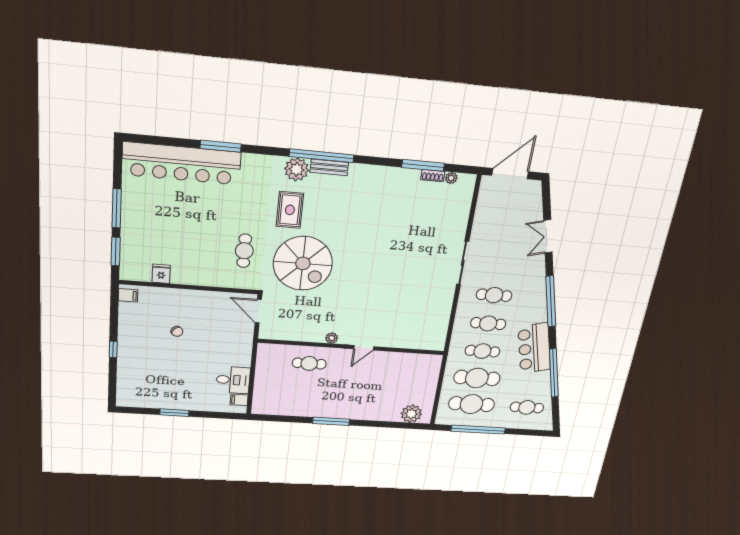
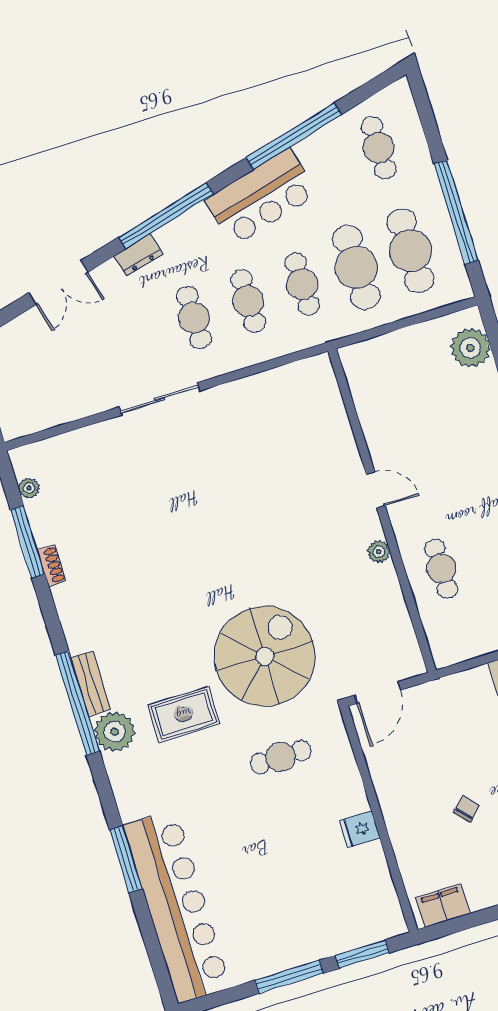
shoe rack: (433, 176) -> (52, 566), moved
fridge: (161, 274) -> (360, 829), moved
dresser: (539, 281) -> (138, 255), added
filing cabinet: (128, 295) -> (443, 906), width x2.00

